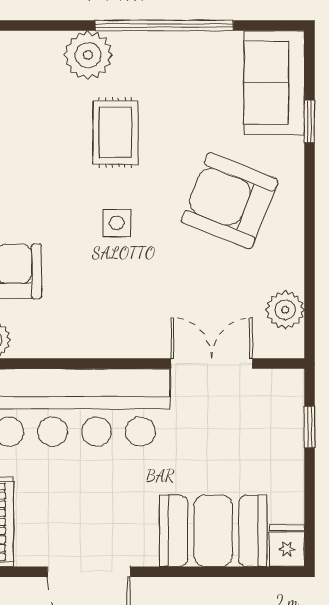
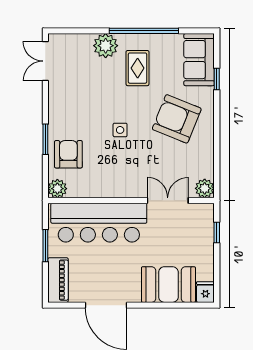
rug: (115, 133) -> (138, 68), moved
plant: (285, 310) -> (205, 188), moved

